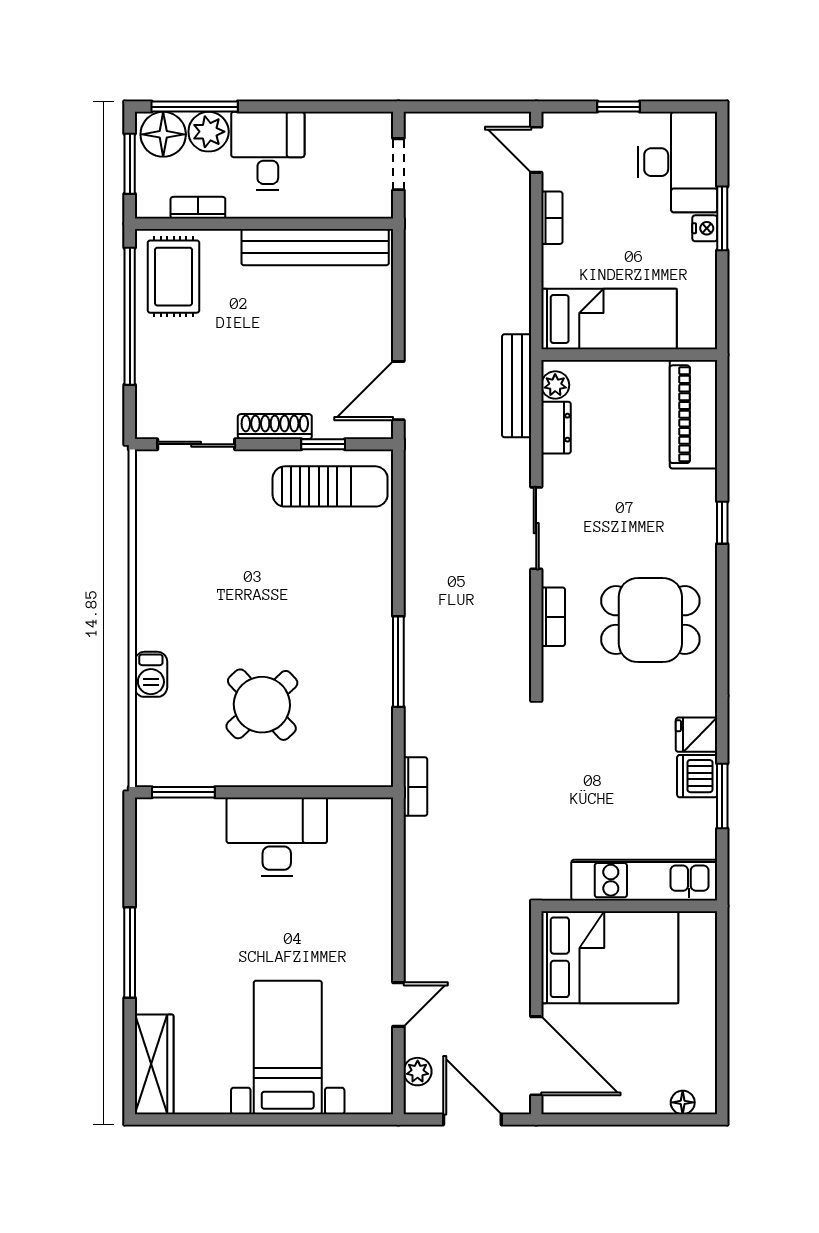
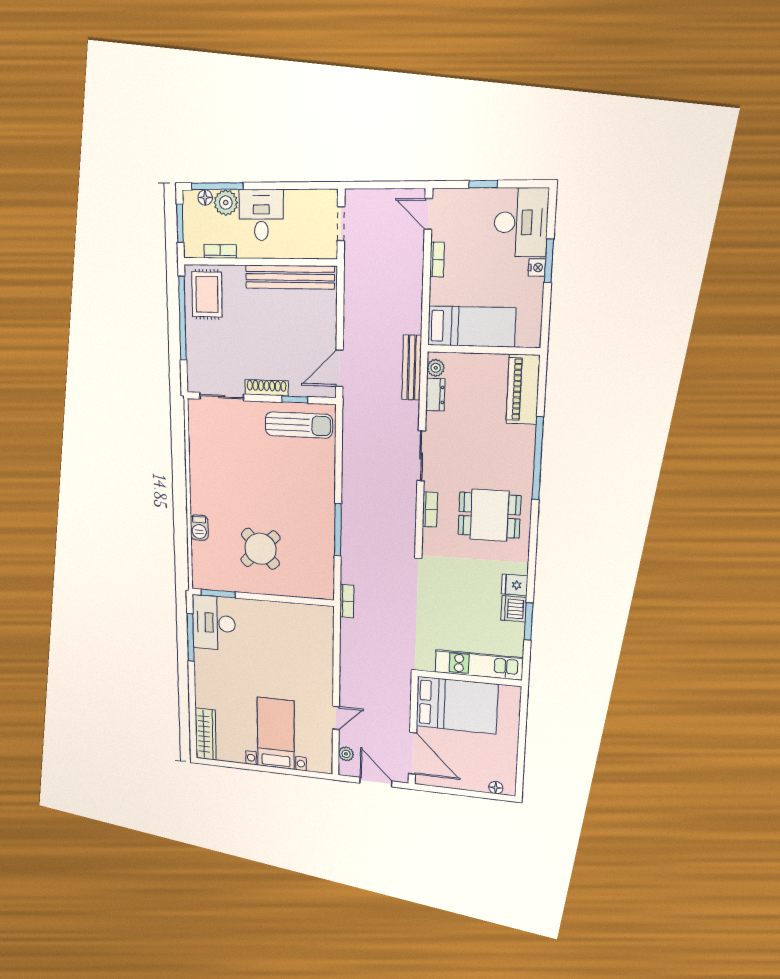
floor lamp: (163, 134) -> (205, 197), width x0.53, depth x0.53
window: (722, 523) -> (538, 458), width x3.17
desk: (277, 837) -> (214, 623), moved, turned -90
window: (130, 953) -> (191, 637), moved

